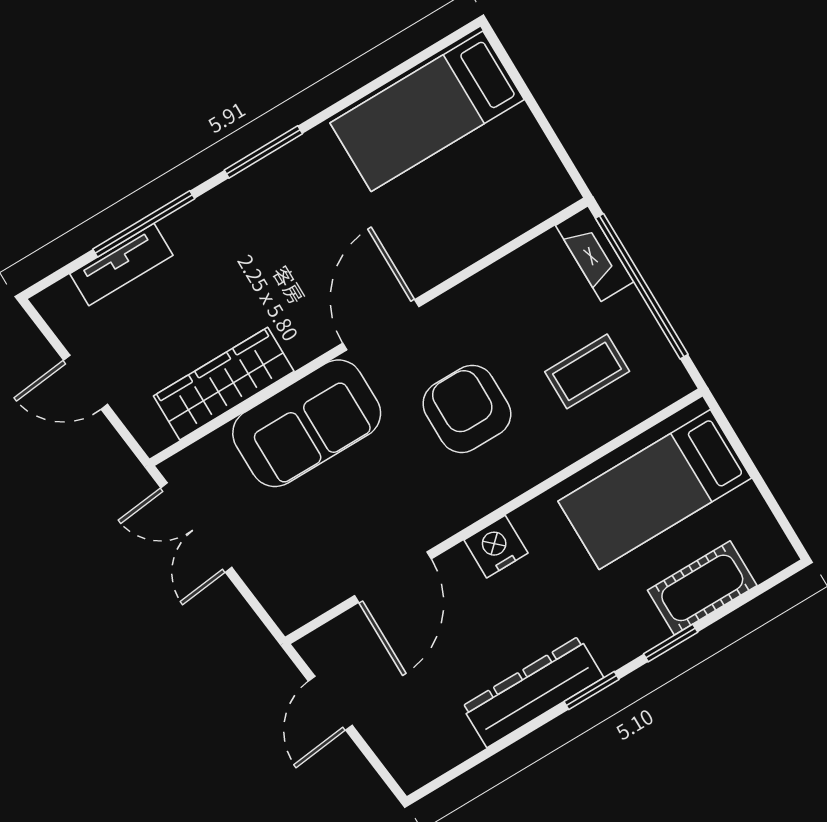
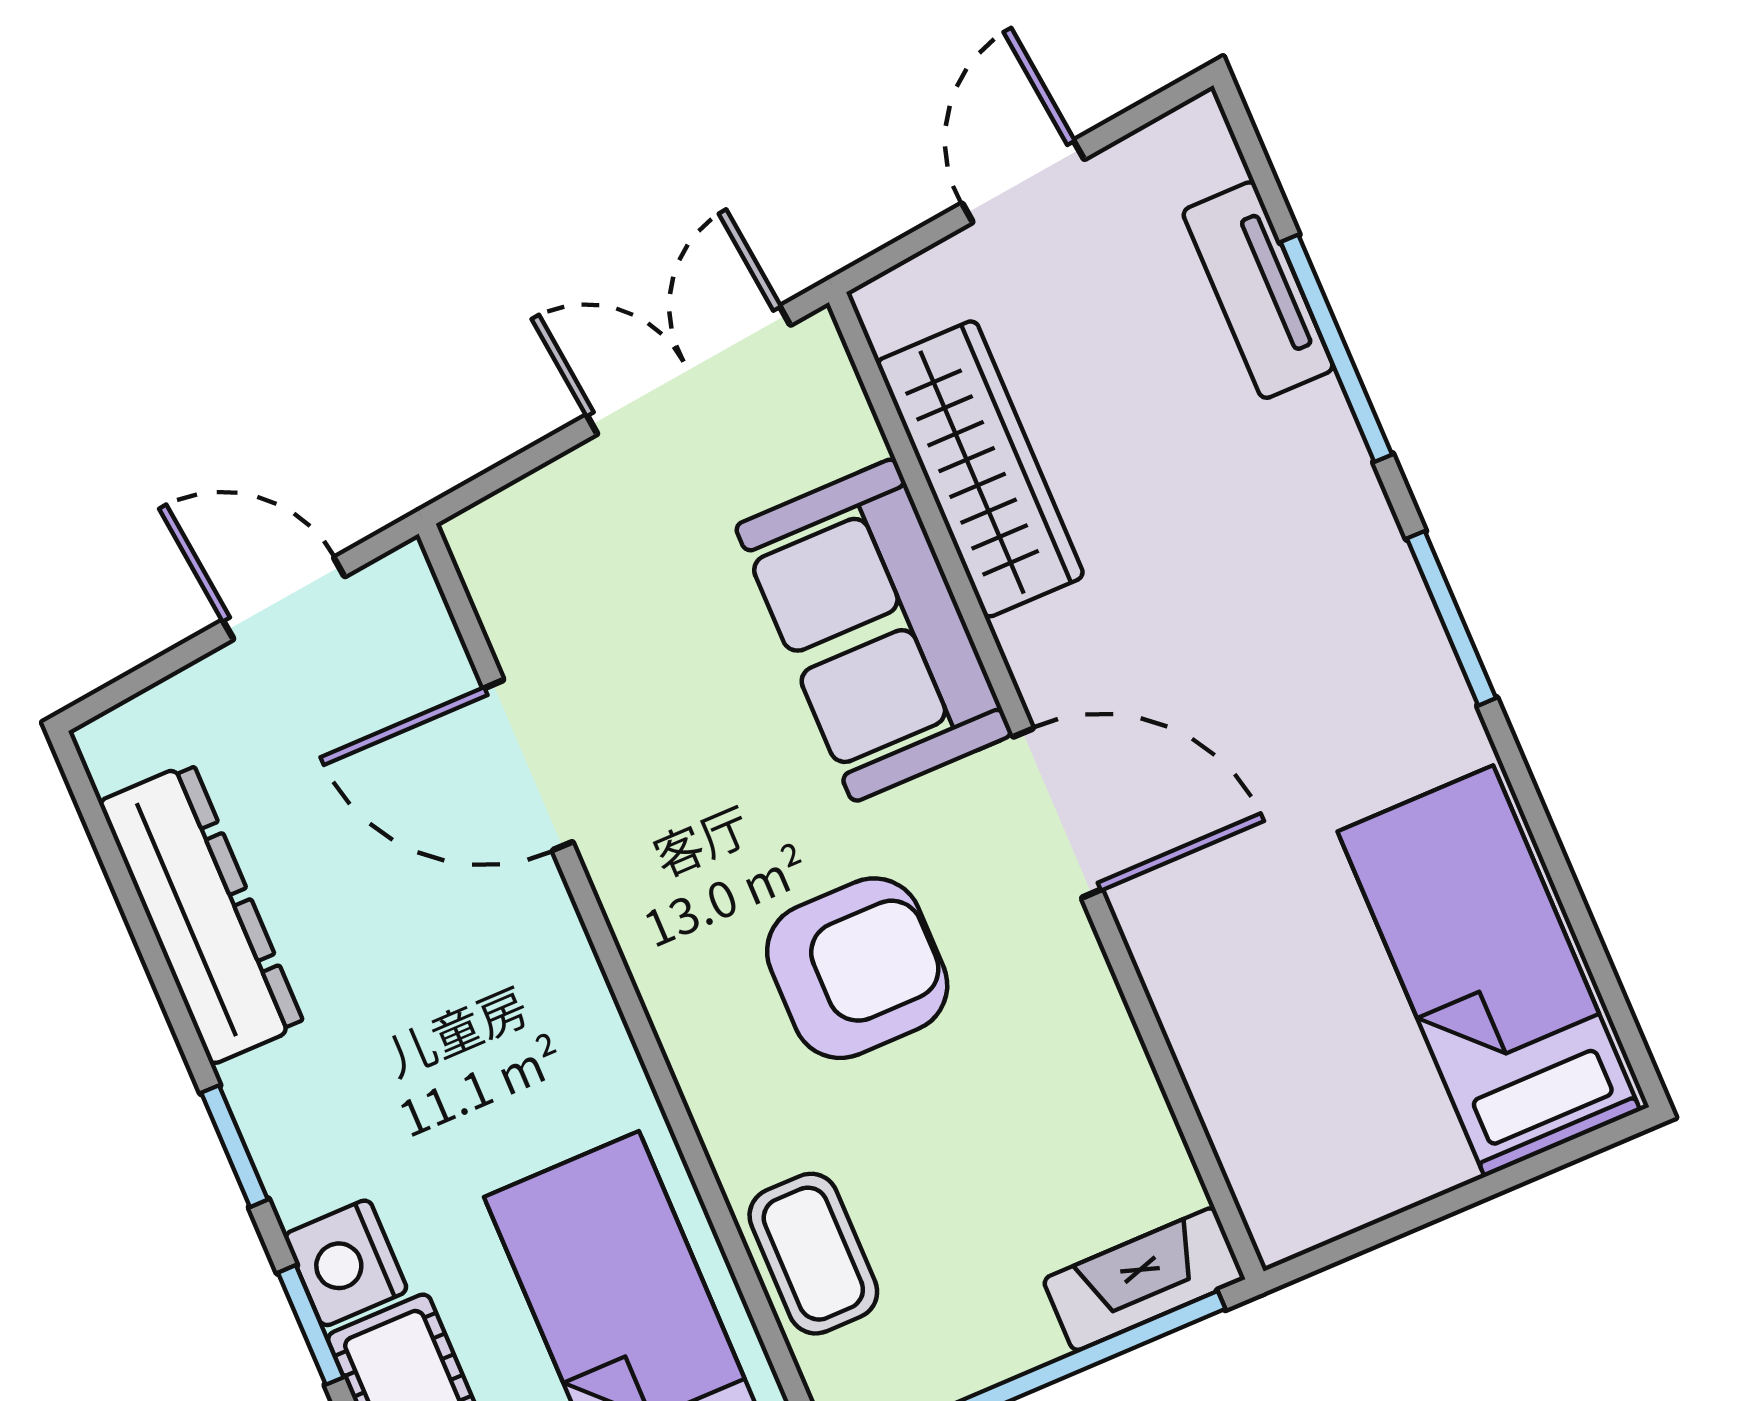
coffee table: (587, 371) -> (813, 1254), moved
nightstand: (496, 547) -> (346, 1263), moved, turned 180
dresser: (533, 692) -> (202, 913), moved

